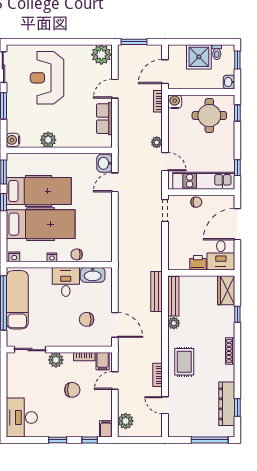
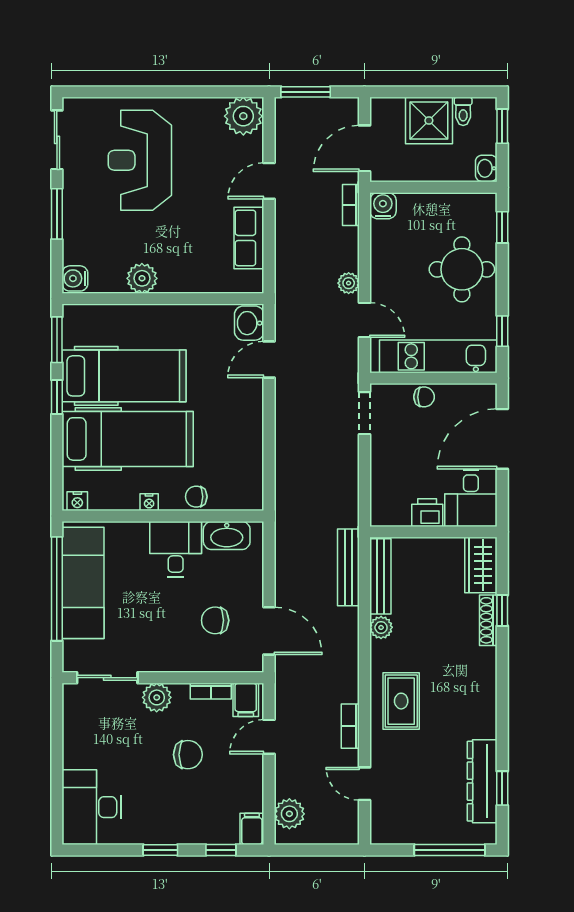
round table: (209, 116) -> (462, 269), moved
shoe rack: (230, 351) -> (488, 620), moved

